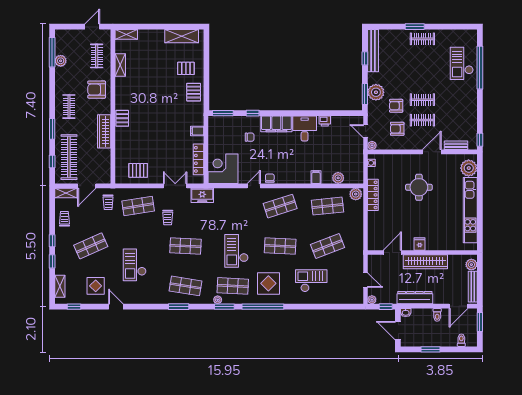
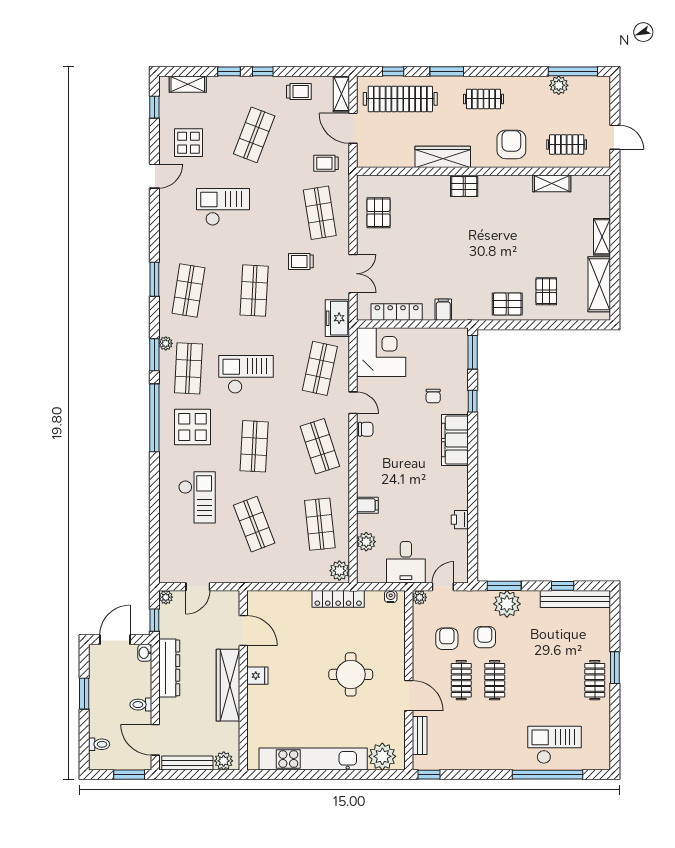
shelving: (126, 34) -> (602, 237), moved
desk: (305, 129) -> (406, 562), moved, turned 90
shop shelf: (233, 206) -> (320, 368), added
shop shelf: (91, 246) -> (254, 135), turned 45

